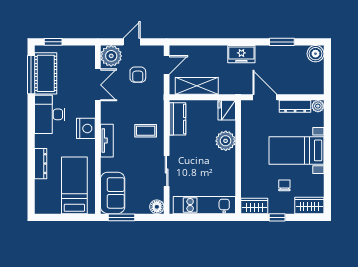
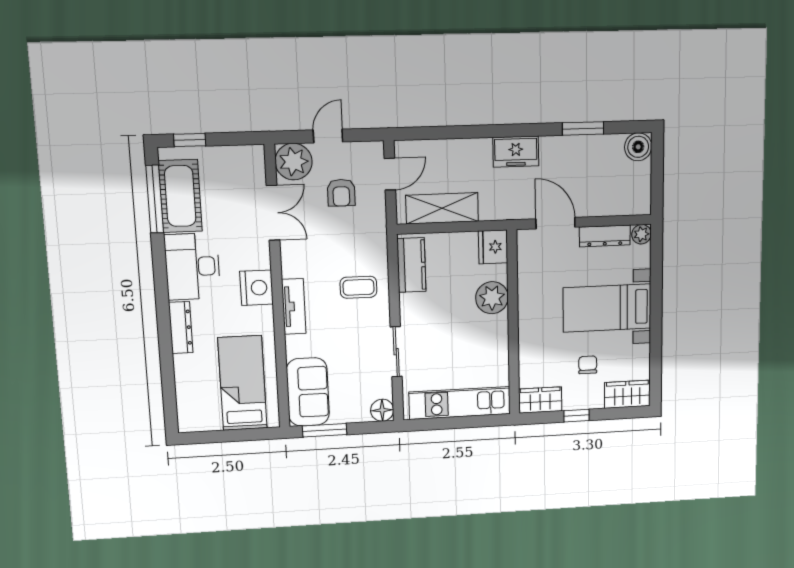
dresser: (41, 164) -> (181, 328), moved

